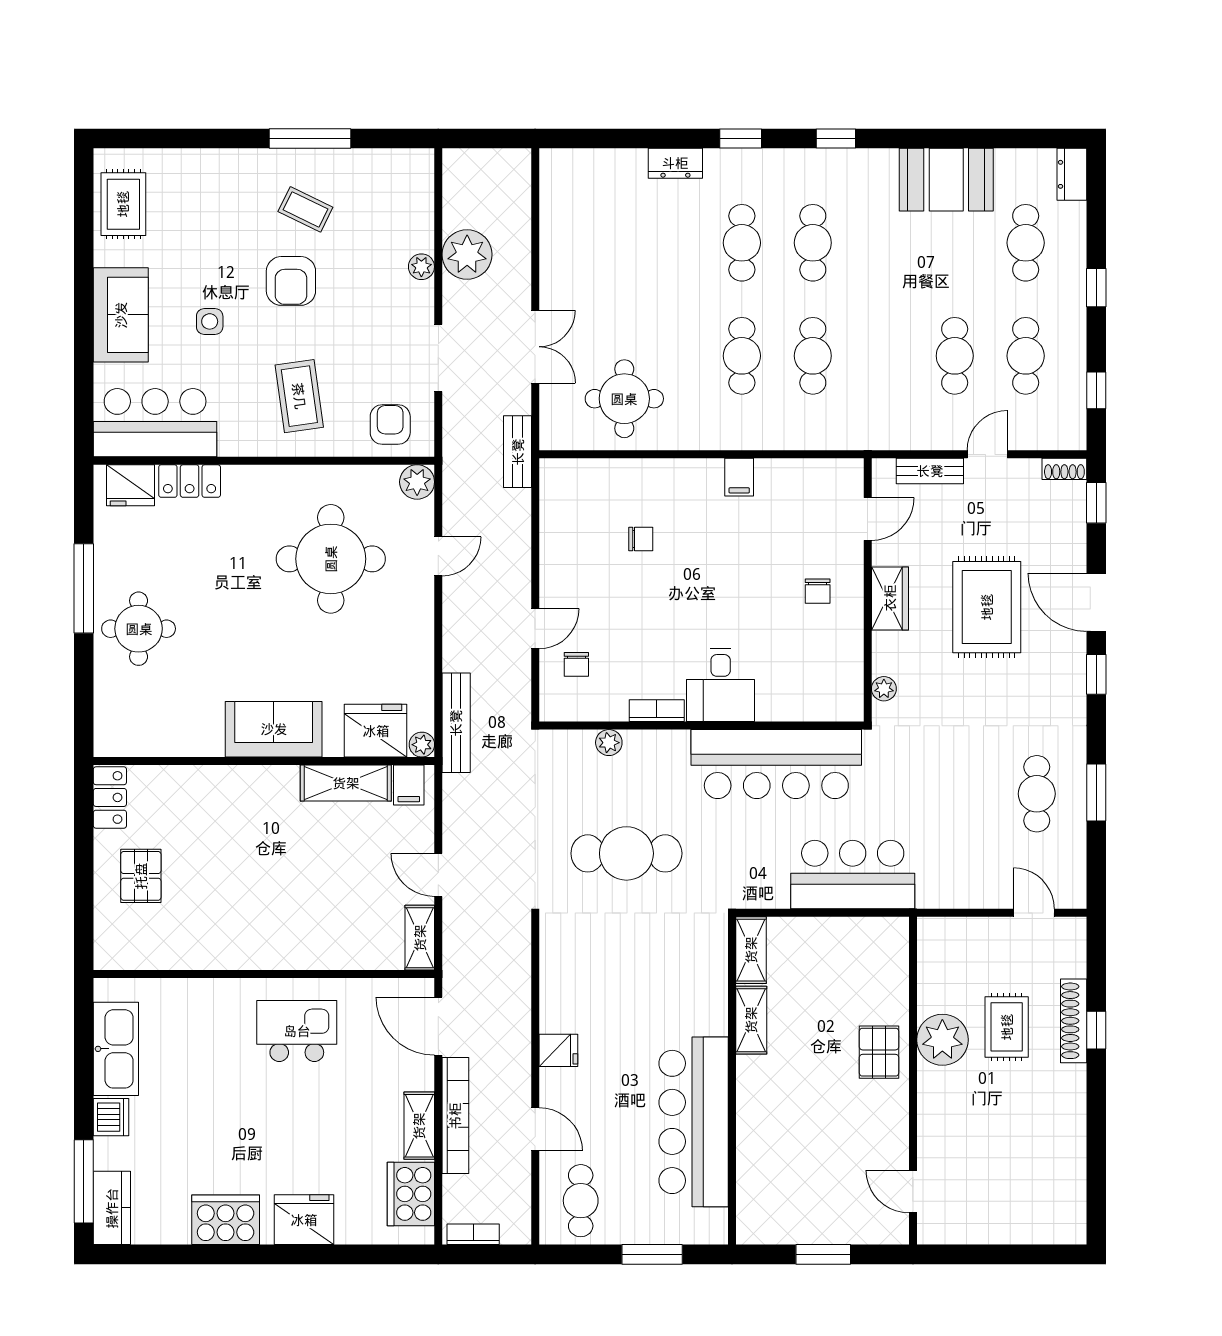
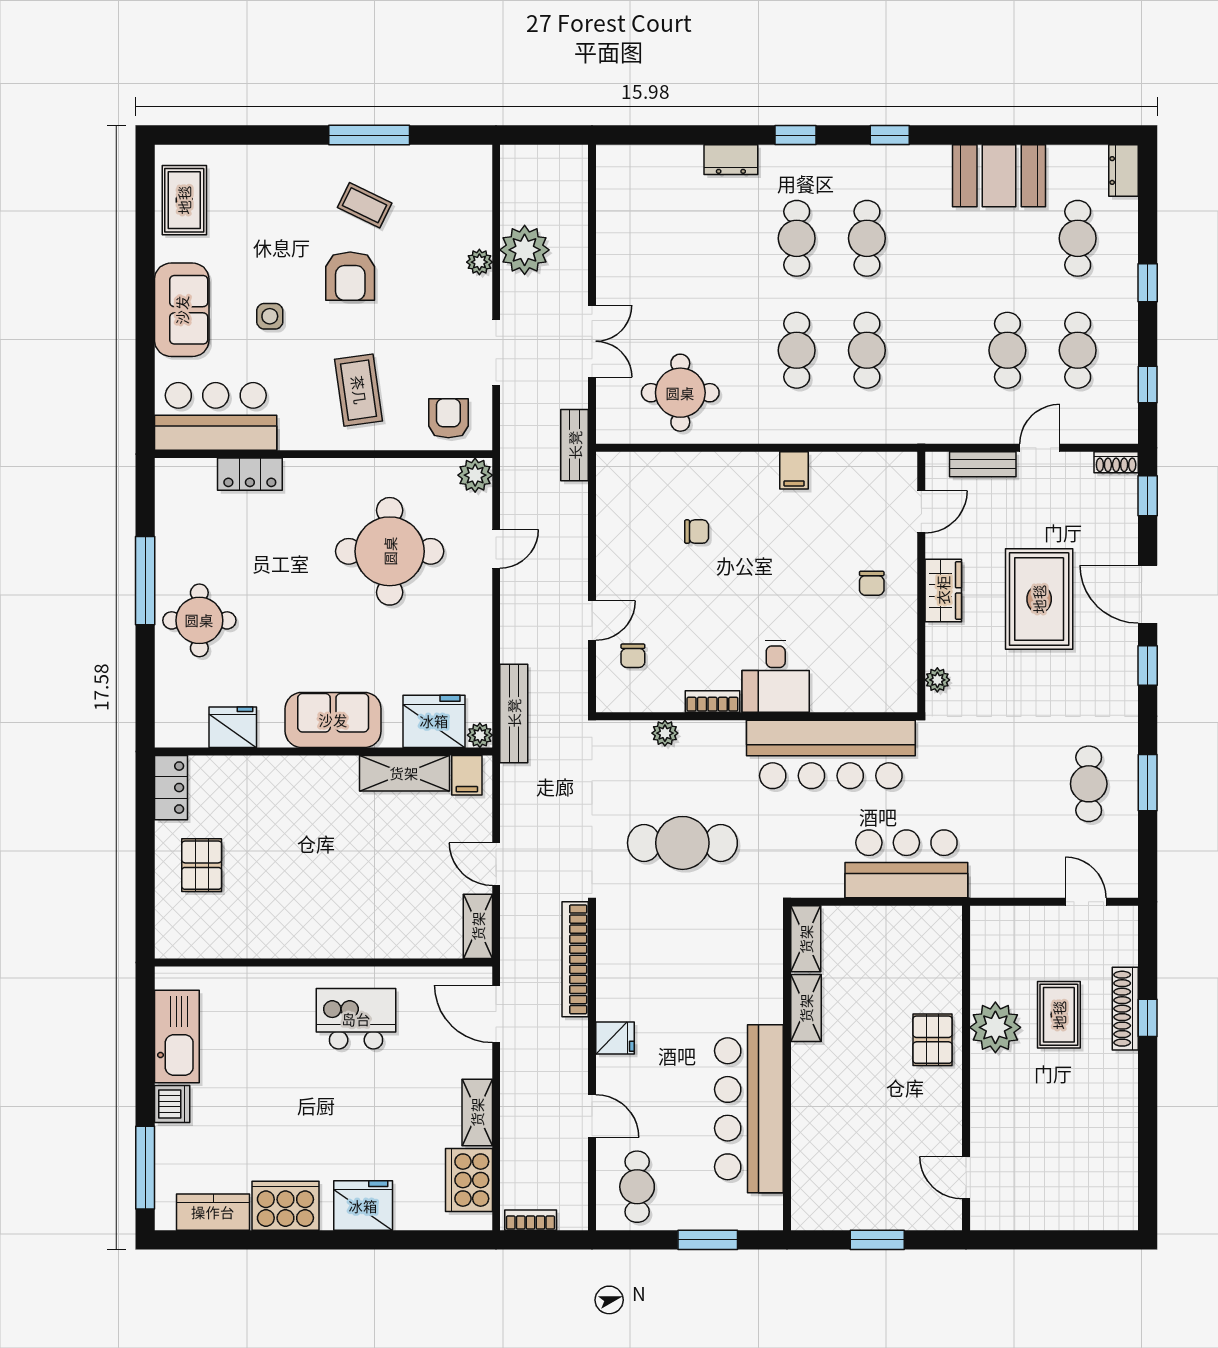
fridge: (131, 485) -> (233, 727), moved, turned 180
bookcase: (455, 1116) -> (575, 959), moved, turned 180
kitchen counter: (112, 1208) -> (213, 1212), moved, turned -90

